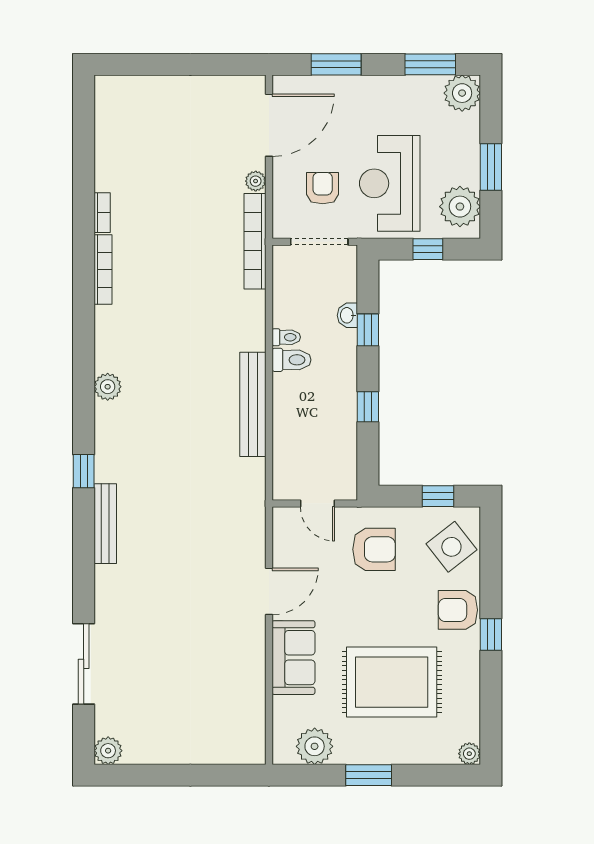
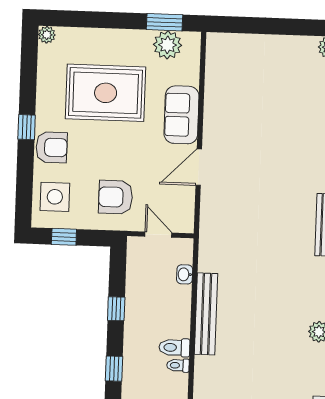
washbasin: (347, 315) -> (185, 274), moved, turned 180
side table: (451, 547) -> (55, 197), turned 38
window: (369, 775) -> (164, 22), moved

